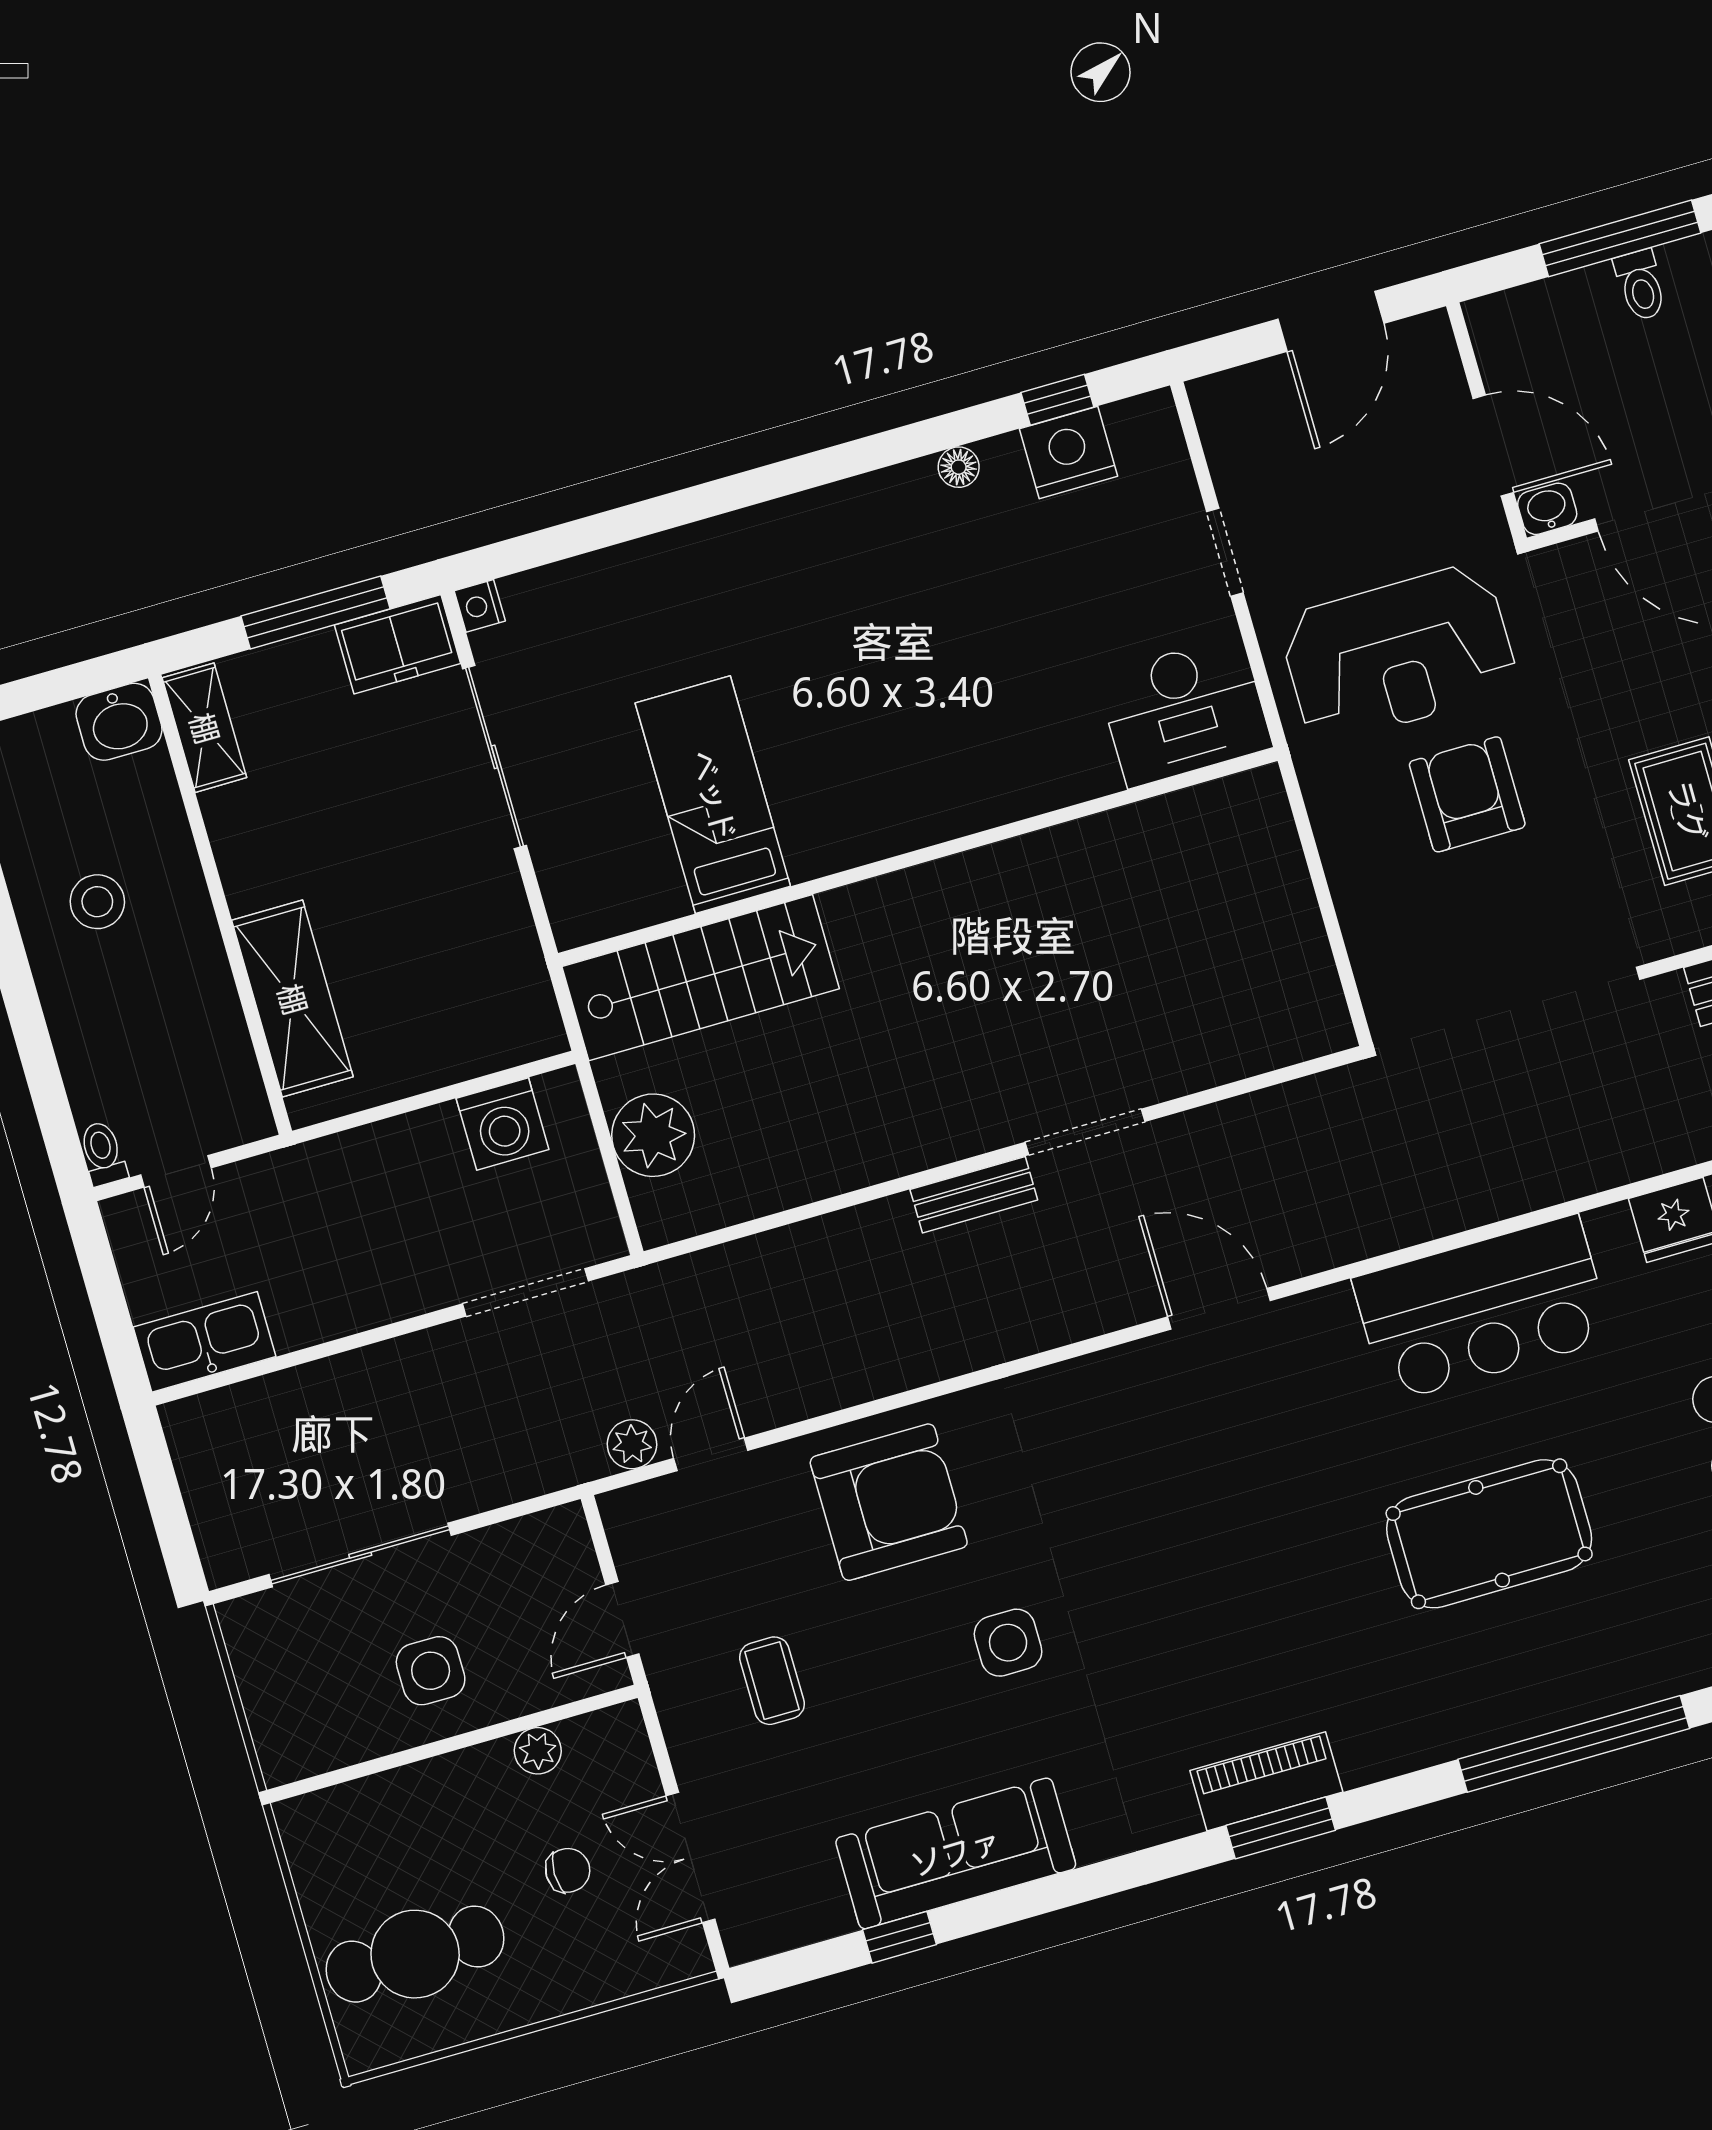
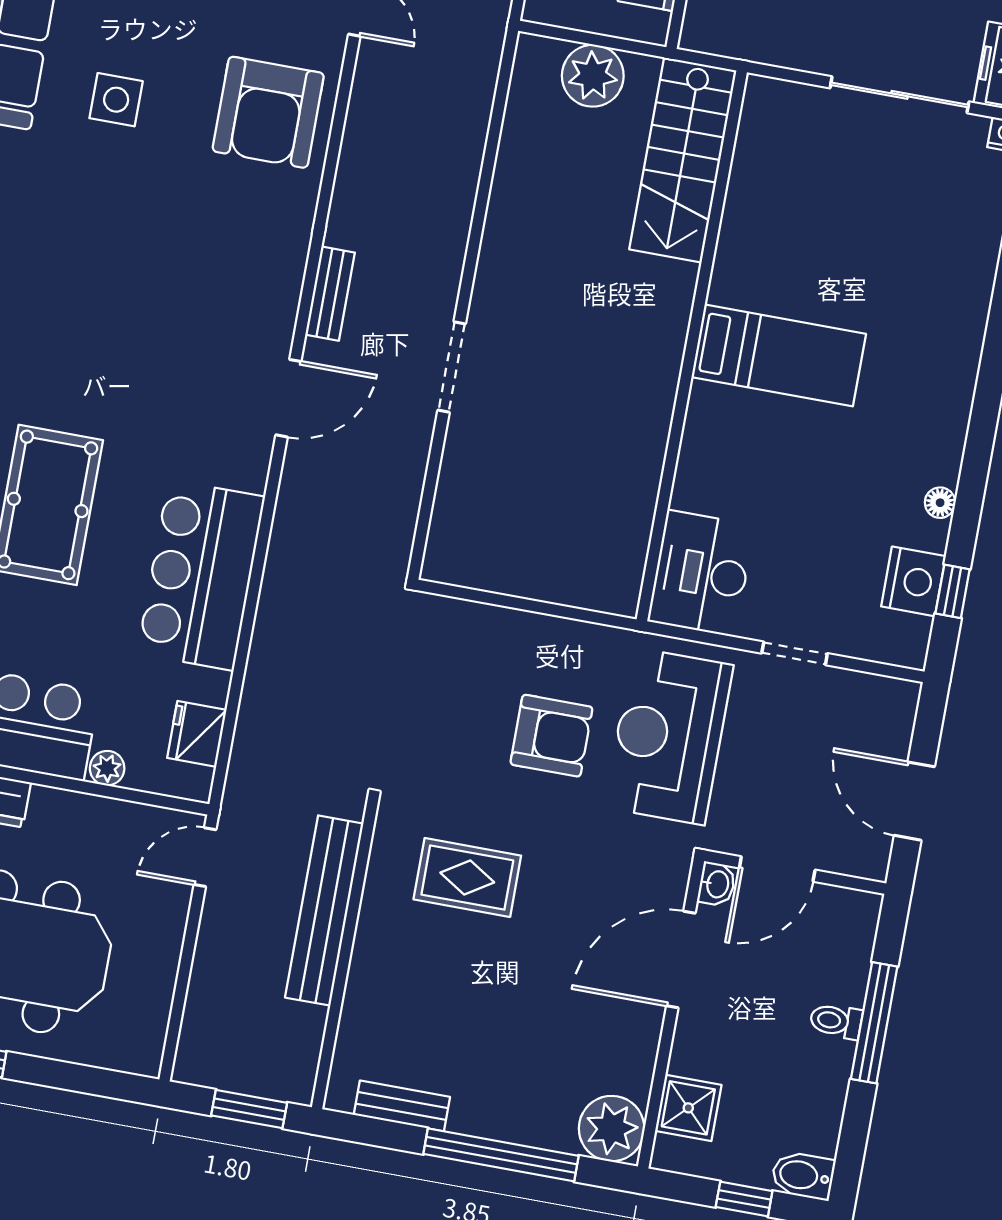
bed: (713, 795) -> (779, 355), moved
bench: (974, 1195) -> (330, 294), moved
side table: (1008, 1643) -> (116, 100), moved

